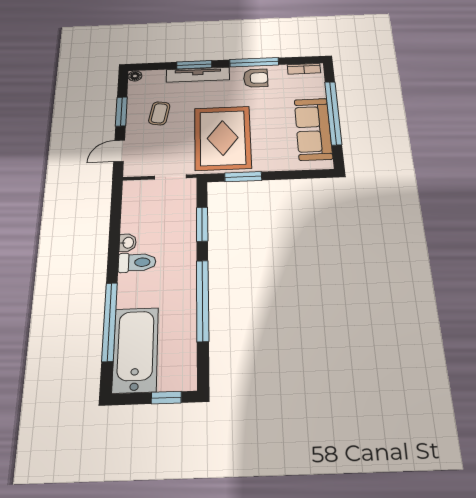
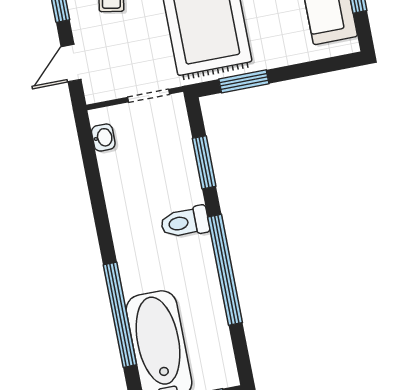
washbasin: (128, 243) -> (103, 138), moved
toilet: (137, 262) -> (185, 222), moved, turned 180

